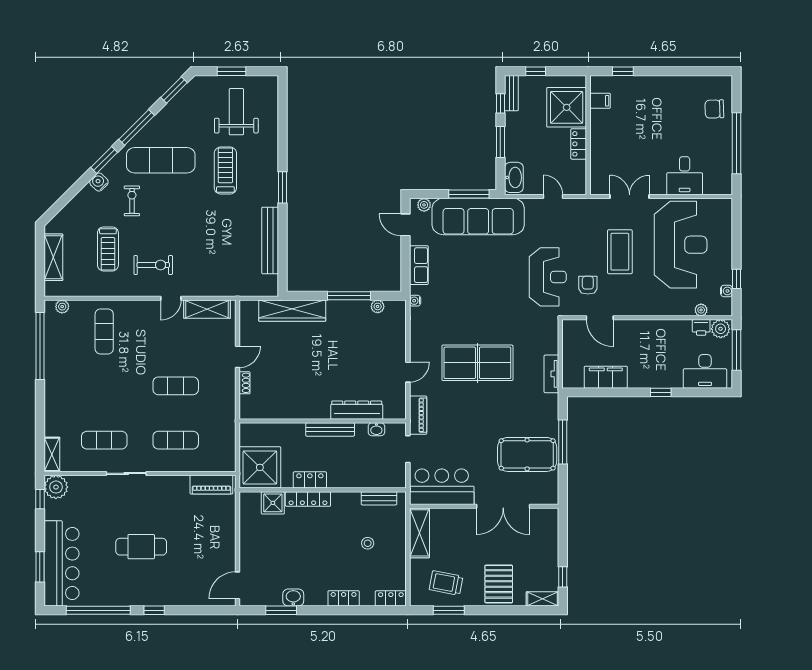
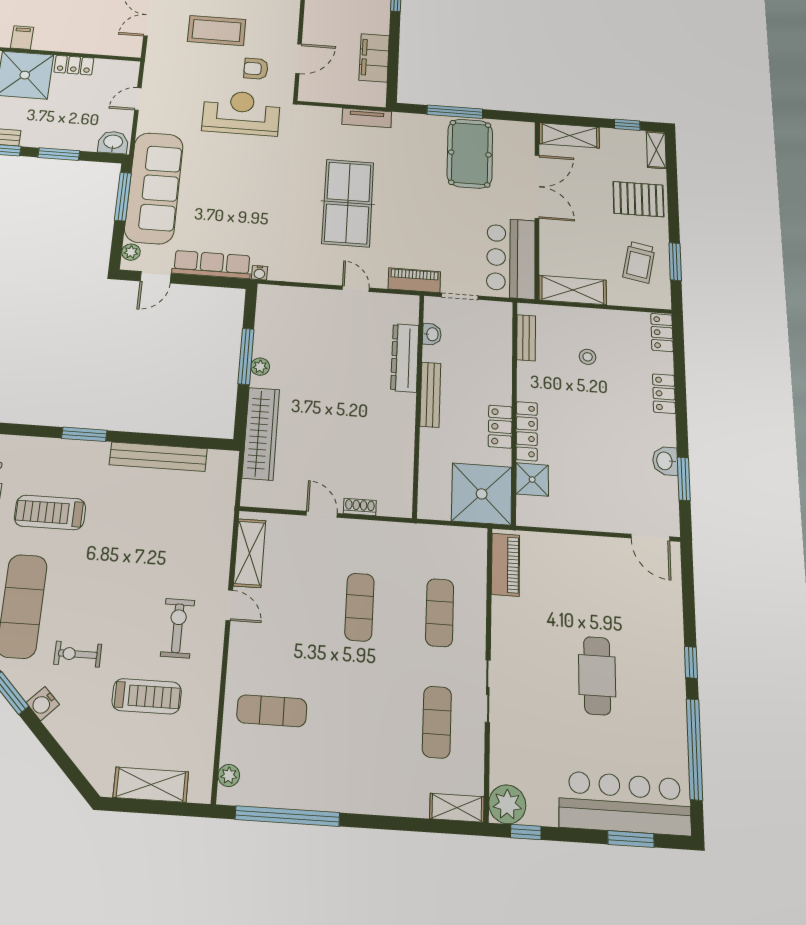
washbasin: (514, 177) -> (113, 142), width x0.72
row of seats: (419, 265) -> (212, 265), width x1.48
plant: (378, 306) -> (260, 367), moved
shelving: (549, 531) -> (569, 135), added

